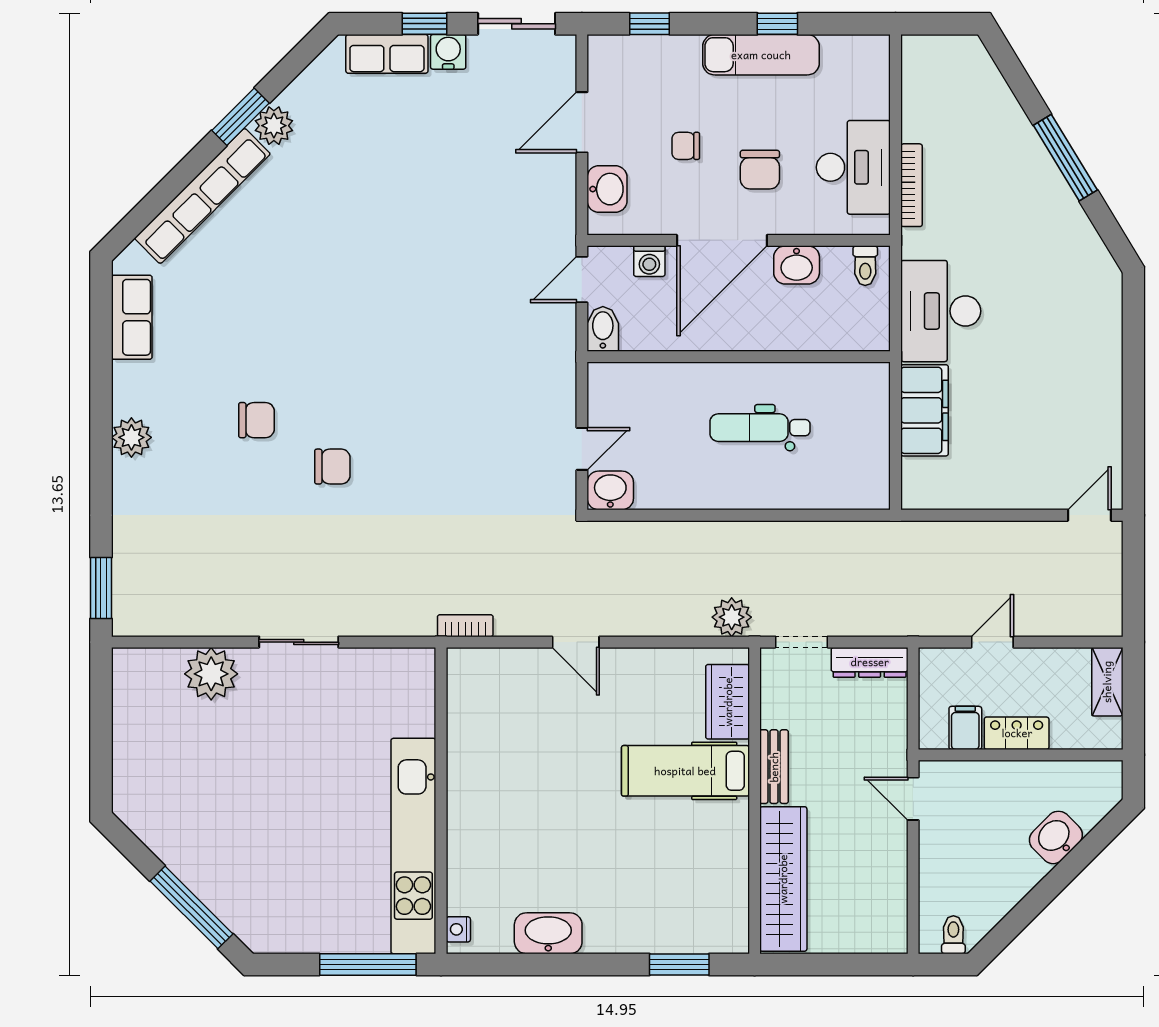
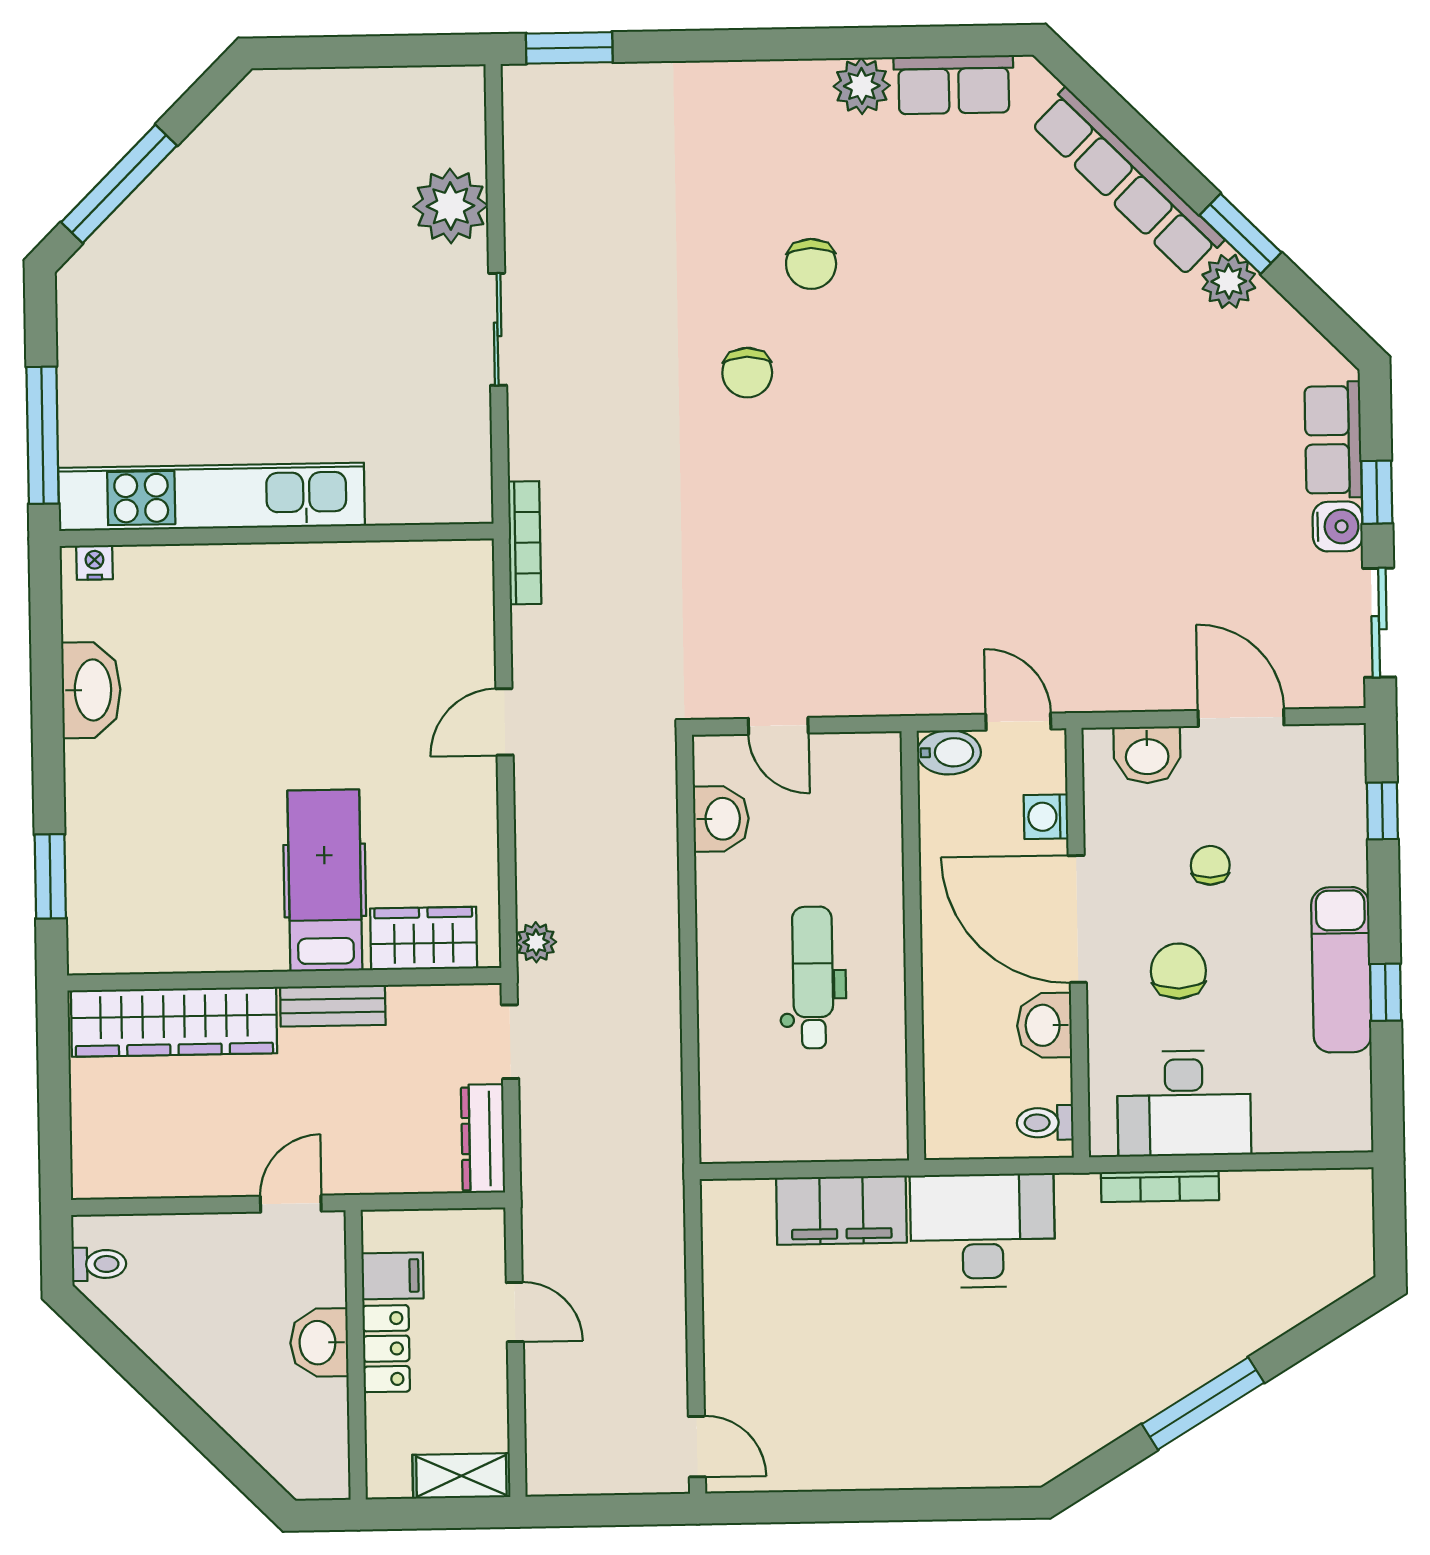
chair: (760, 170) -> (1178, 971), turned 89
plant: (131, 437) -> (862, 86), moved
washbasin: (610, 490) -> (721, 819), moved
plant: (732, 617) -> (536, 942), width x0.73, depth x0.73
bookcase: (465, 626) -> (525, 543), width x1.56
washbasin: (1056, 837) -> (319, 1343), moved, turned -135

